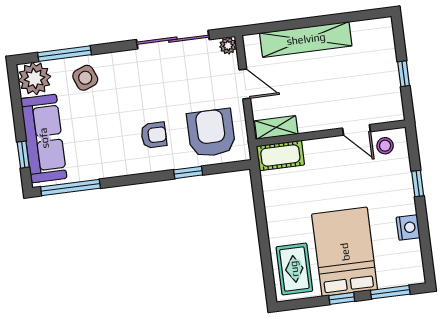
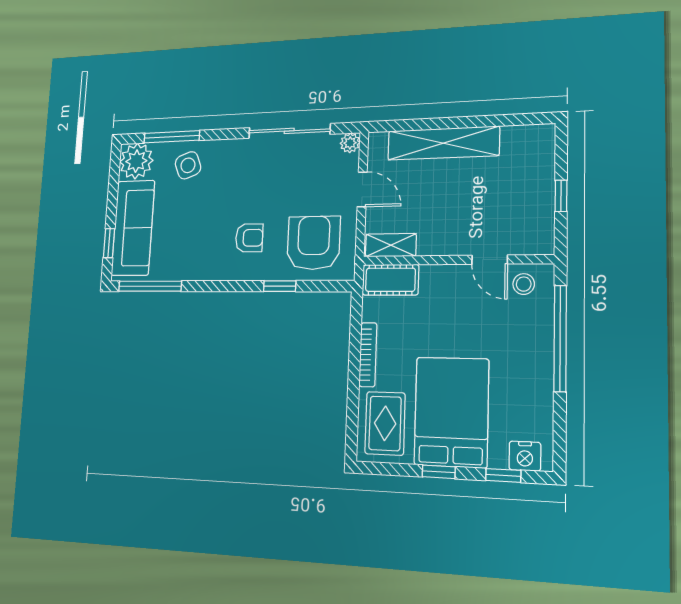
window: (418, 184) -> (560, 338), width x3.17
bookcase: (272, 218) -> (368, 355), added
nightstand: (408, 227) -> (525, 456), moved, turned 90
window: (390, 292) -> (503, 475), width x0.67

